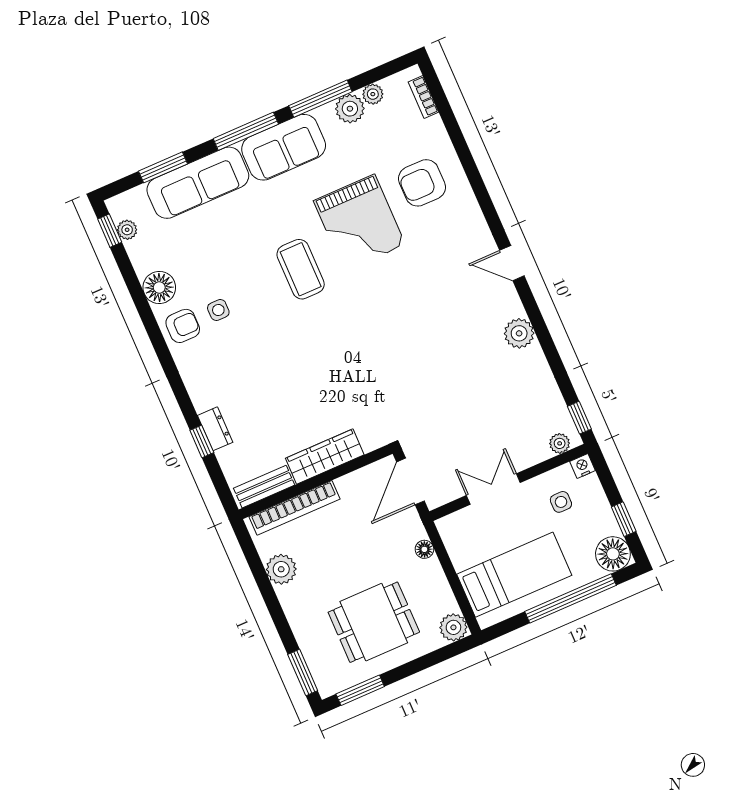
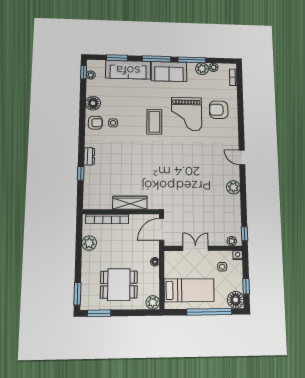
dresser: (215, 429) -> (89, 156), moved
bench: (264, 487) -> (98, 204), removed

